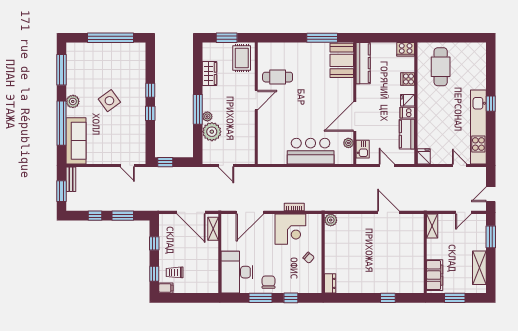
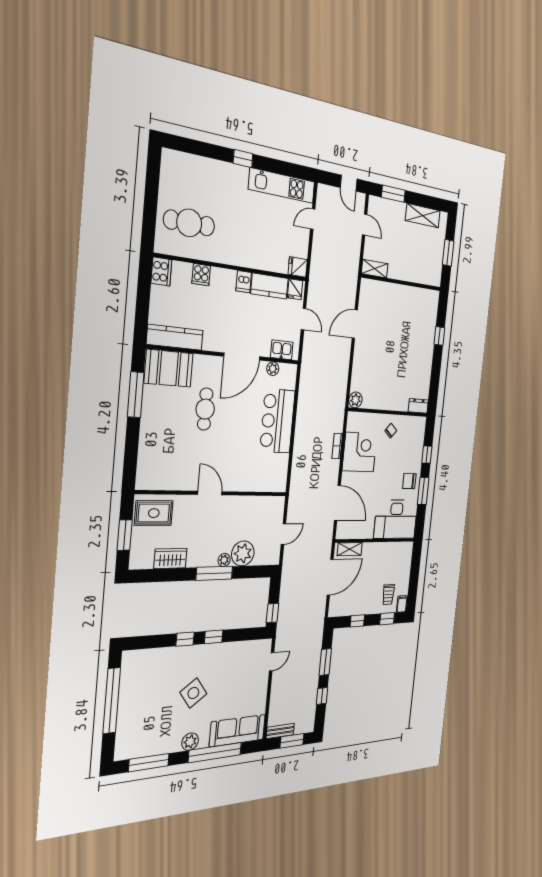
cafe table: (278, 77) -> (205, 409), moved
fridge: (407, 100) -> (295, 289), moved
door: (355, 116) -> (242, 357), hinge flipped
kitchen unit: (478, 127) -> (282, 186), width x0.73
door: (387, 165) -> (303, 319), swing flipped
filing cabinet: (435, 275) -> (424, 274), removed

